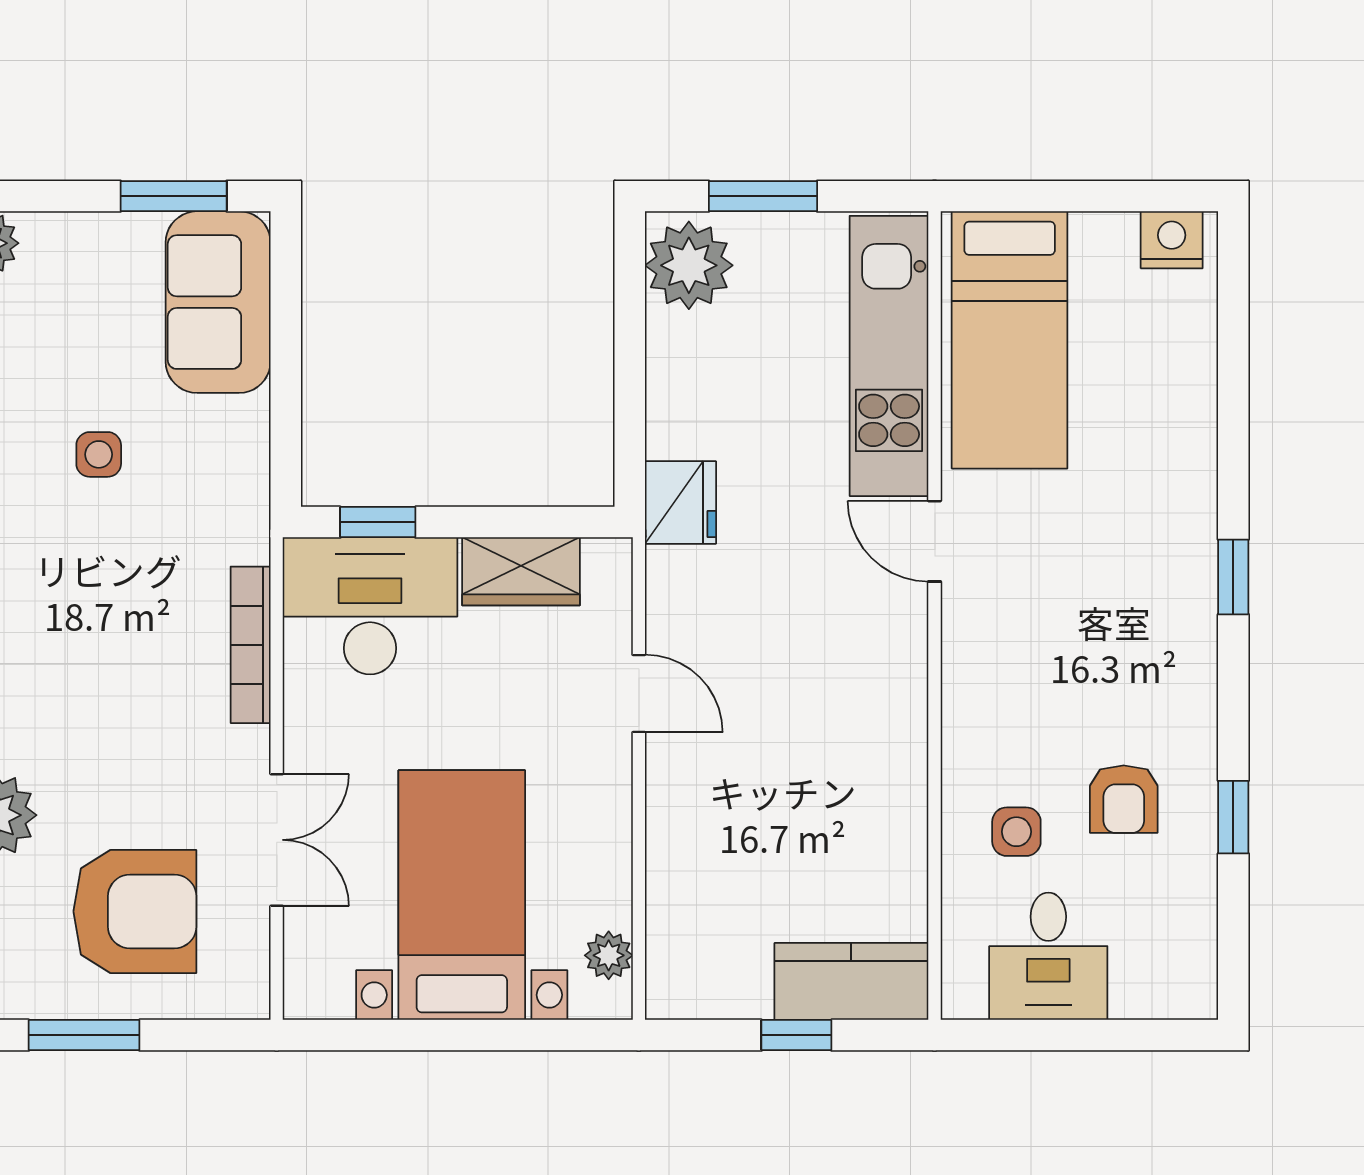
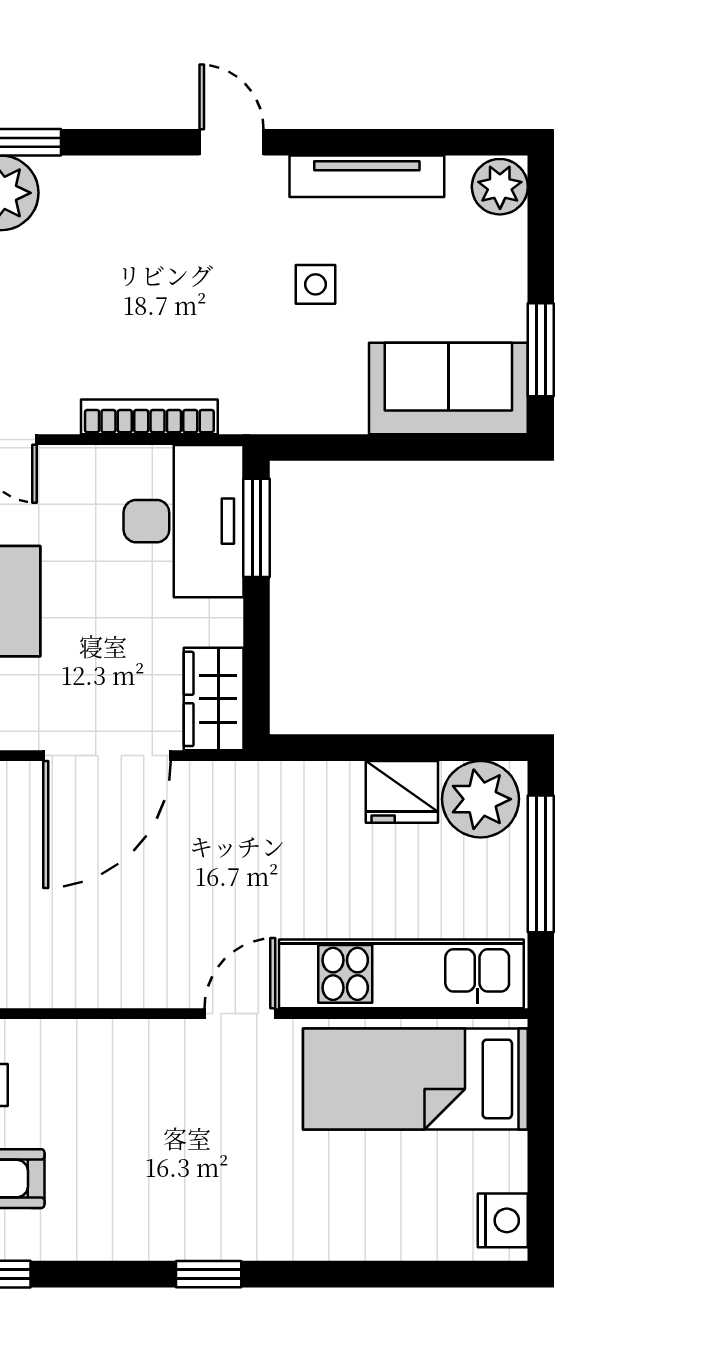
window: (763, 196) -> (541, 864), width x1.44
fridge: (680, 503) -> (402, 792), moved
window: (378, 522) -> (257, 528), width x1.50
wardrobe: (521, 571) -> (214, 699), moved
door: (639, 694) -> (107, 756), width x1.87

